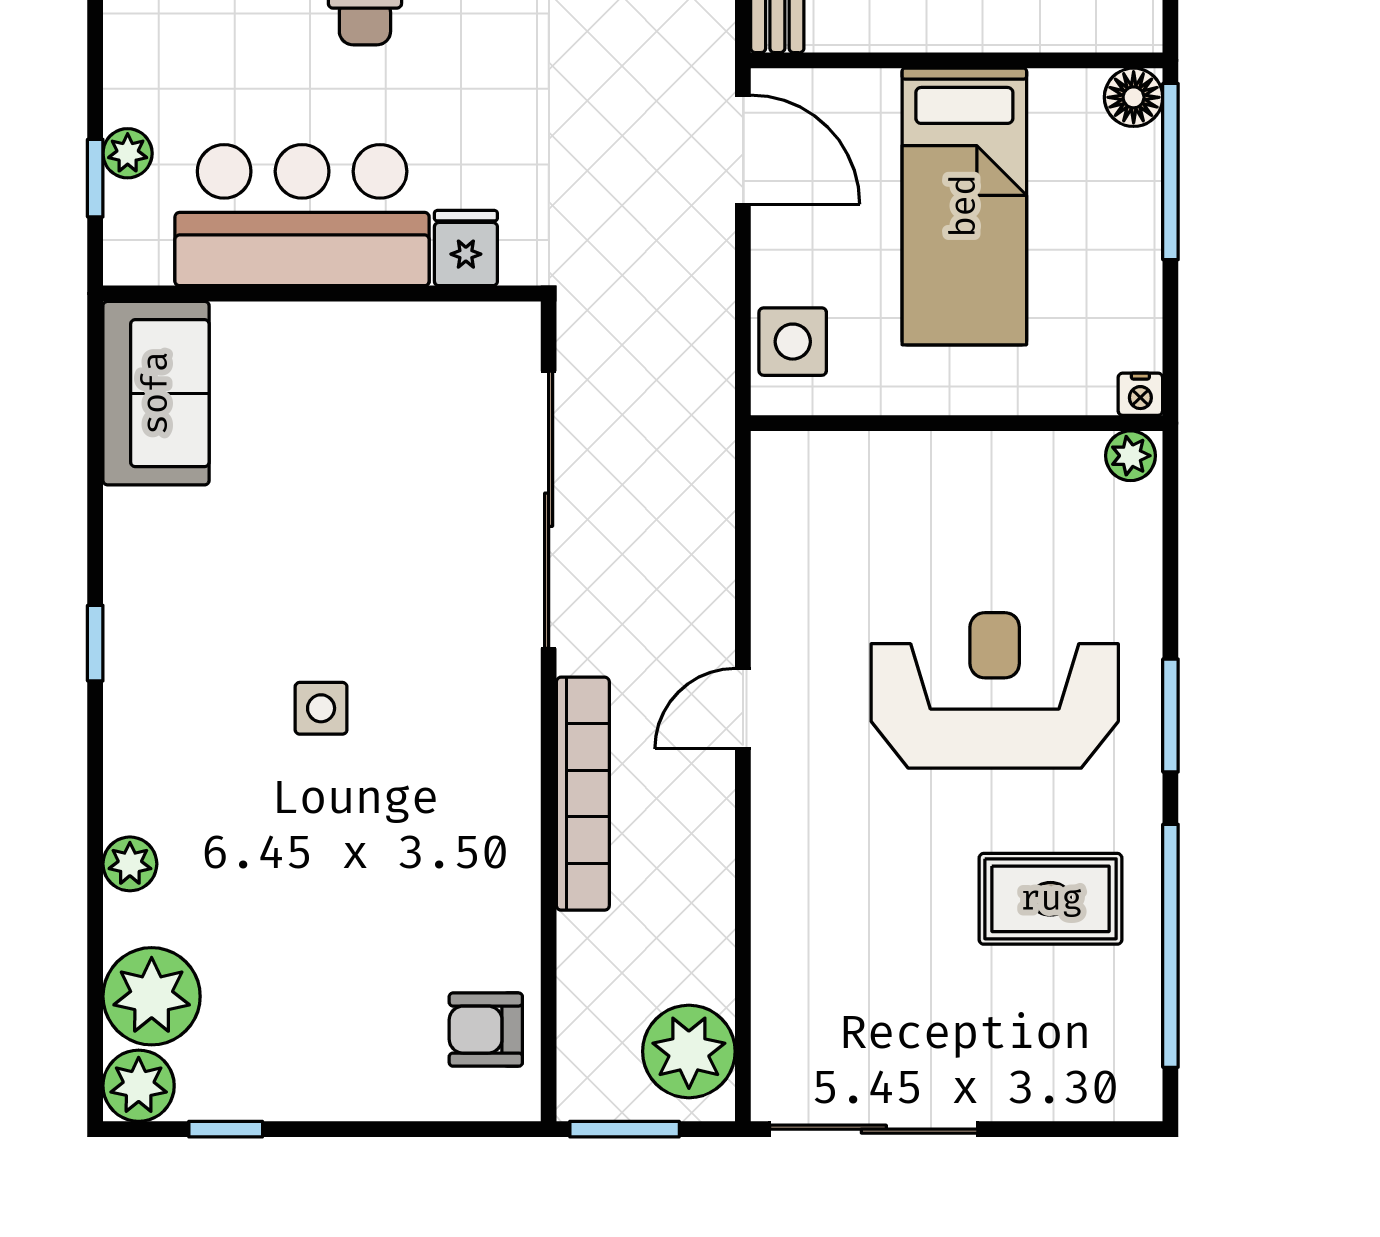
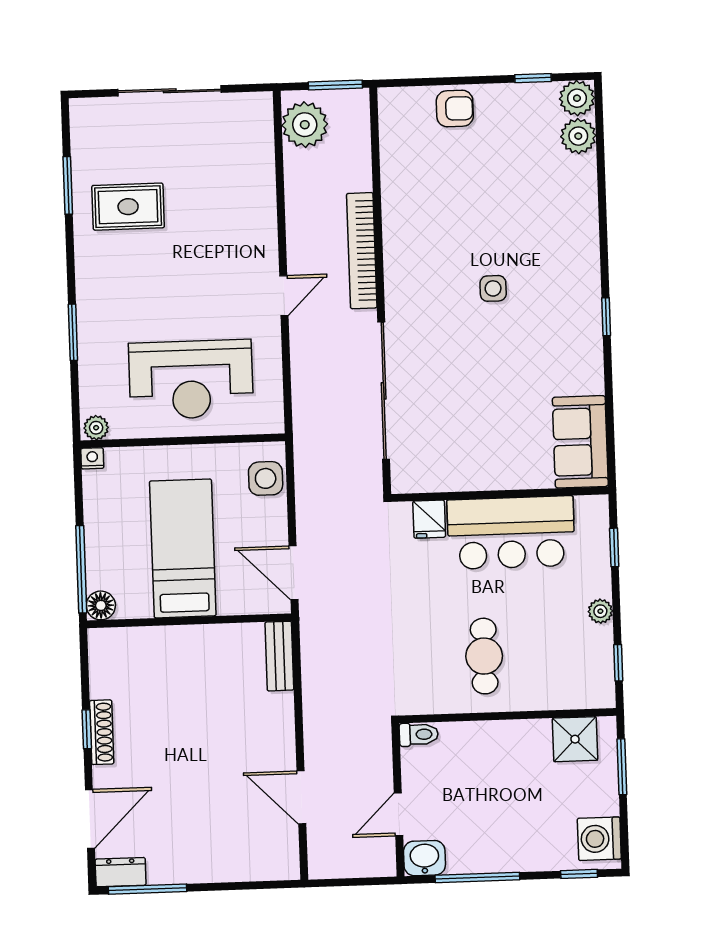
plant: (128, 153) -> (600, 611), moved
reception desk: (995, 690) -> (191, 380), moved
window: (1170, 715) -> (73, 332), moved
plant: (130, 864) -> (585, 208), removed
window: (1170, 946) -> (68, 185), width x0.47
plant: (152, 996) -> (578, 136), width x0.73, depth x0.73
armchair: (486, 1030) -> (455, 109), moved
sliding door: (874, 1129) -> (170, 91), moved

